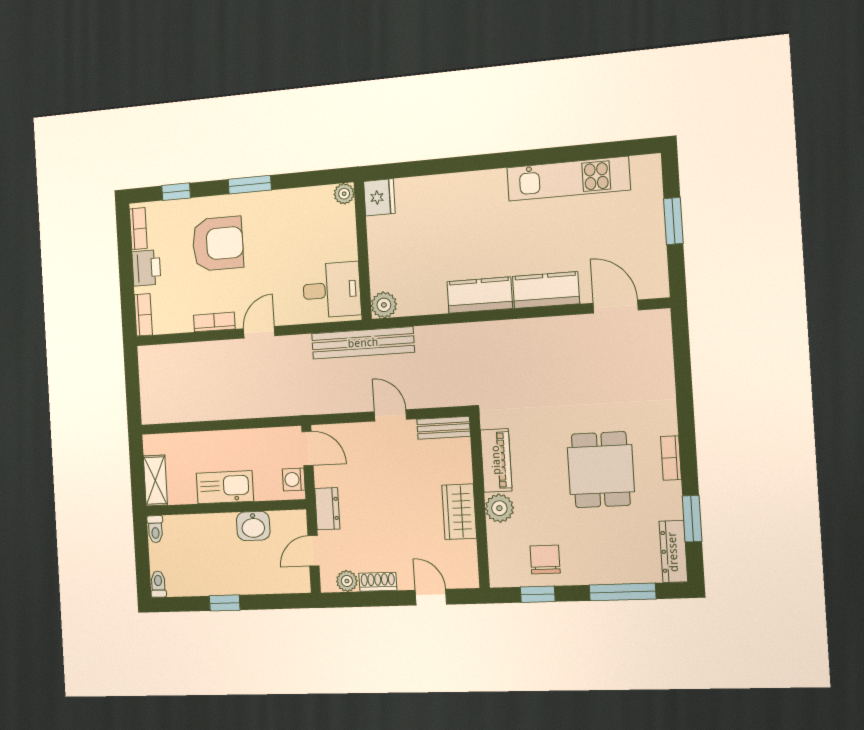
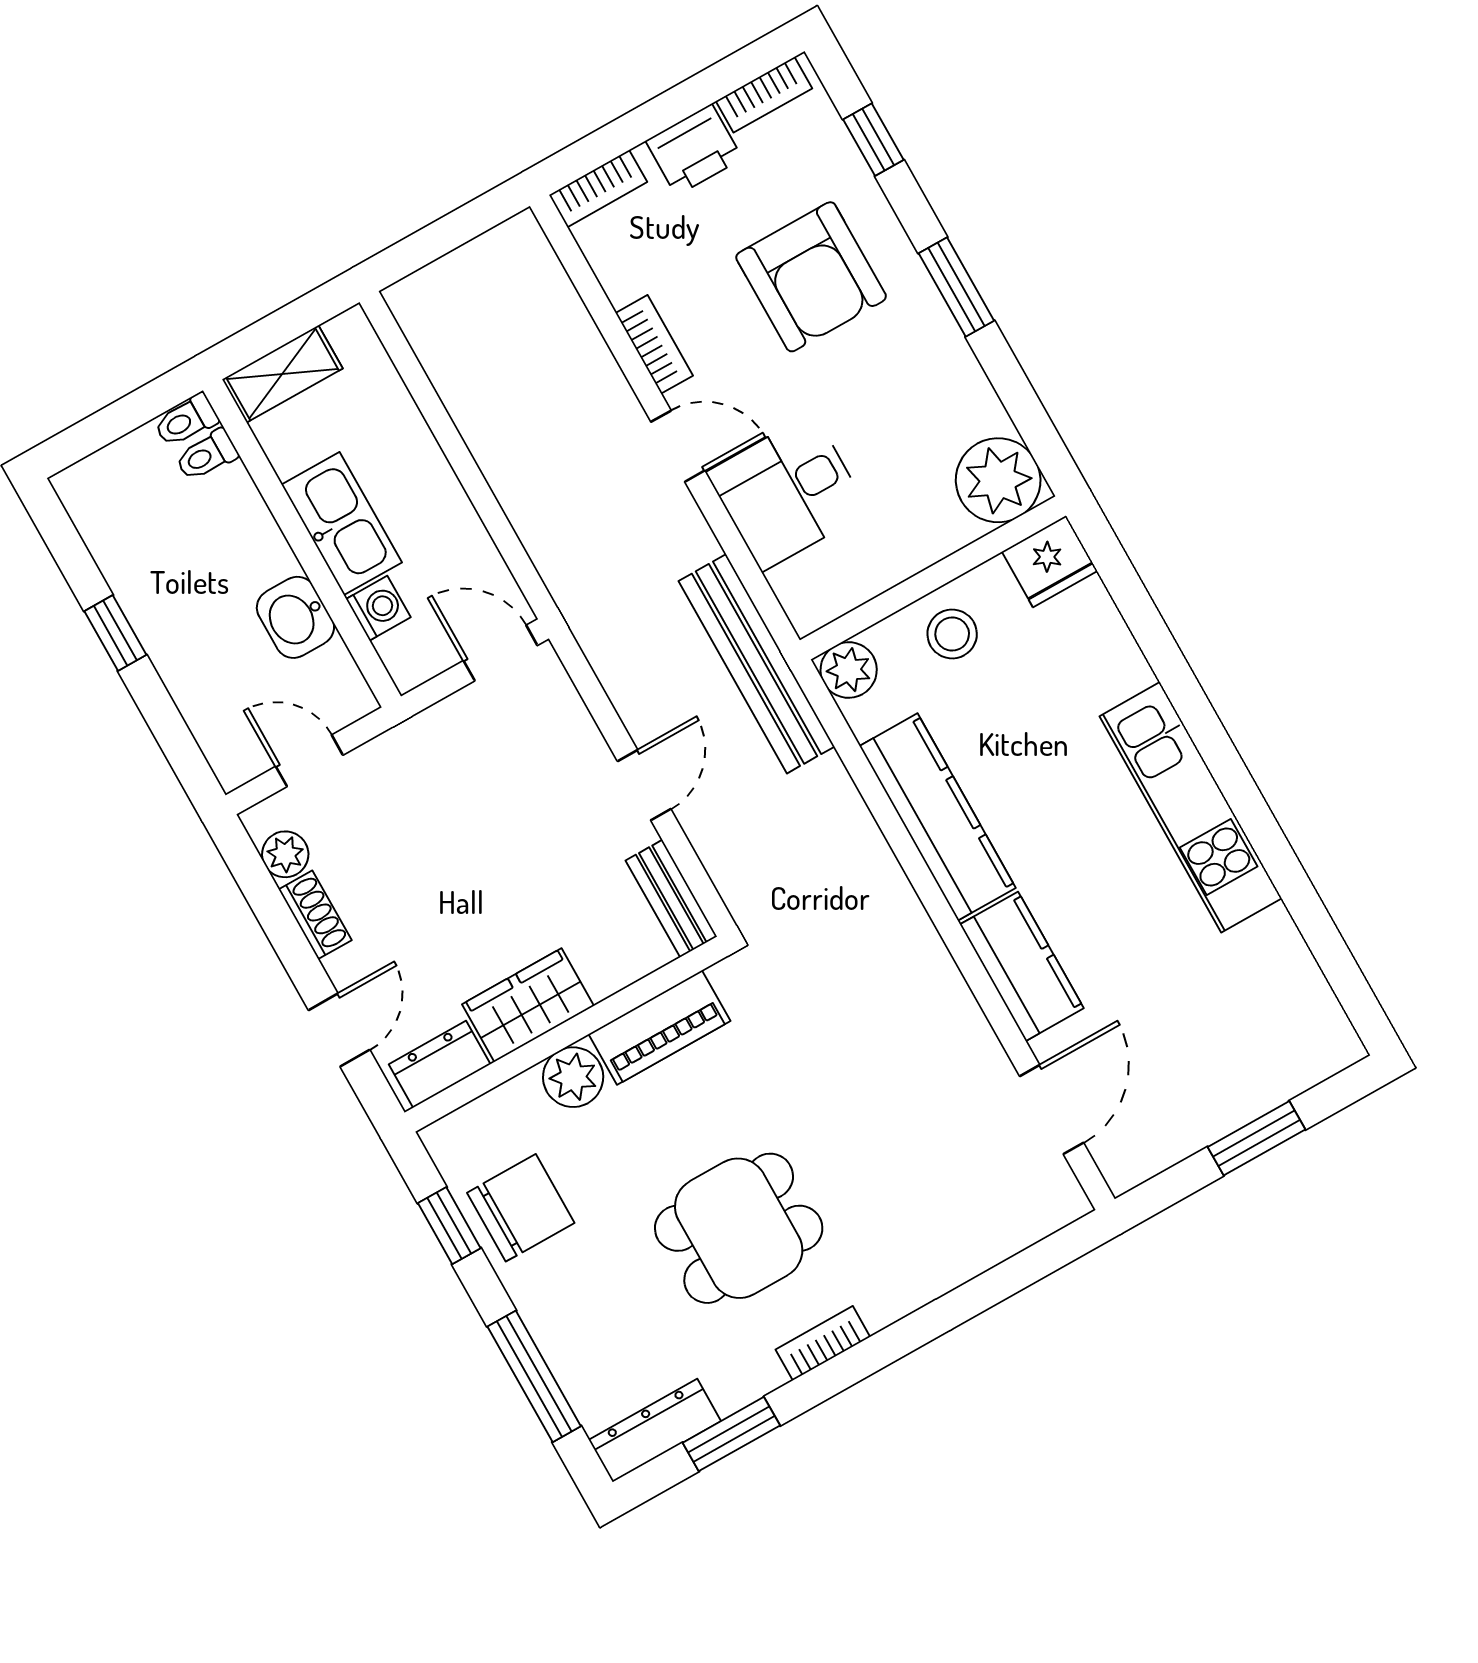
kitchen unit: (568, 179) -> (1191, 807), moved
plant: (344, 194) -> (998, 480), width x1.88, depth x1.88
stool: (390, 253) -> (952, 634), added
desk: (332, 290) -> (787, 492), moved, turned 90
kitchen counter: (480, 295) -> (938, 817), width x1.50
door: (308, 448) -> (500, 653), swing flipped
washing machine: (294, 479) -> (378, 608), moved, turned 90
dresser: (327, 509) -> (440, 1064), moved, turned 180
chair: (545, 560) -> (521, 1208), width x1.37, depth x1.37
toilet: (158, 584) -> (207, 455), moved, turned 180

